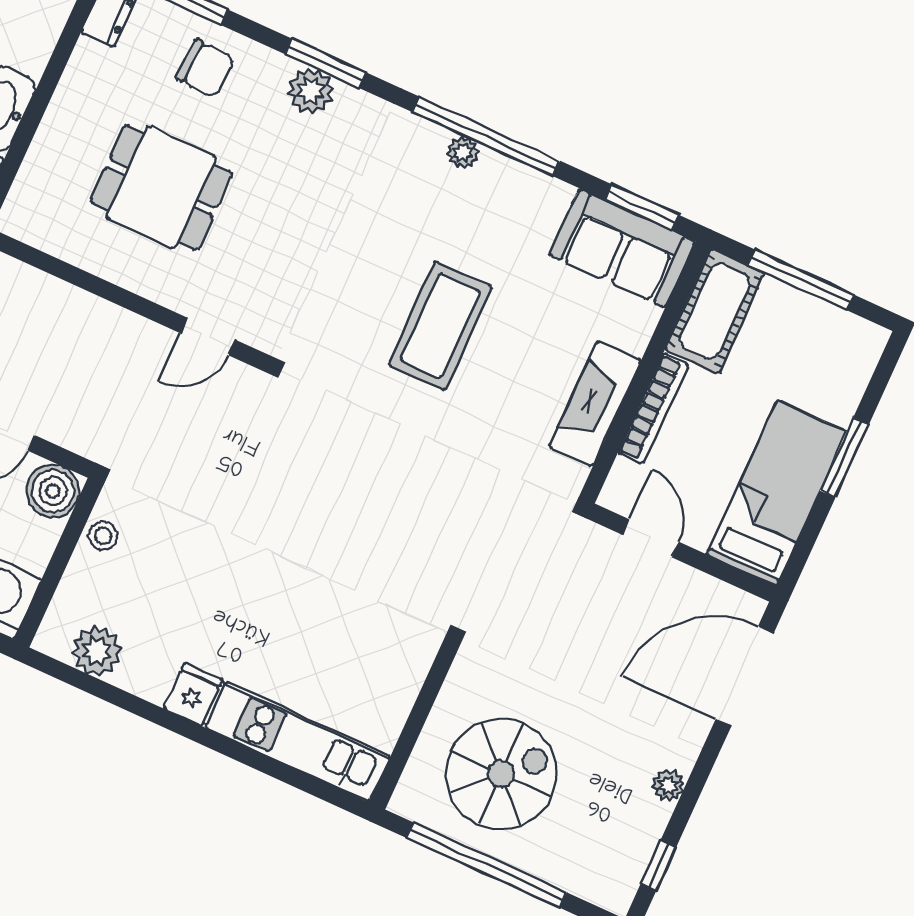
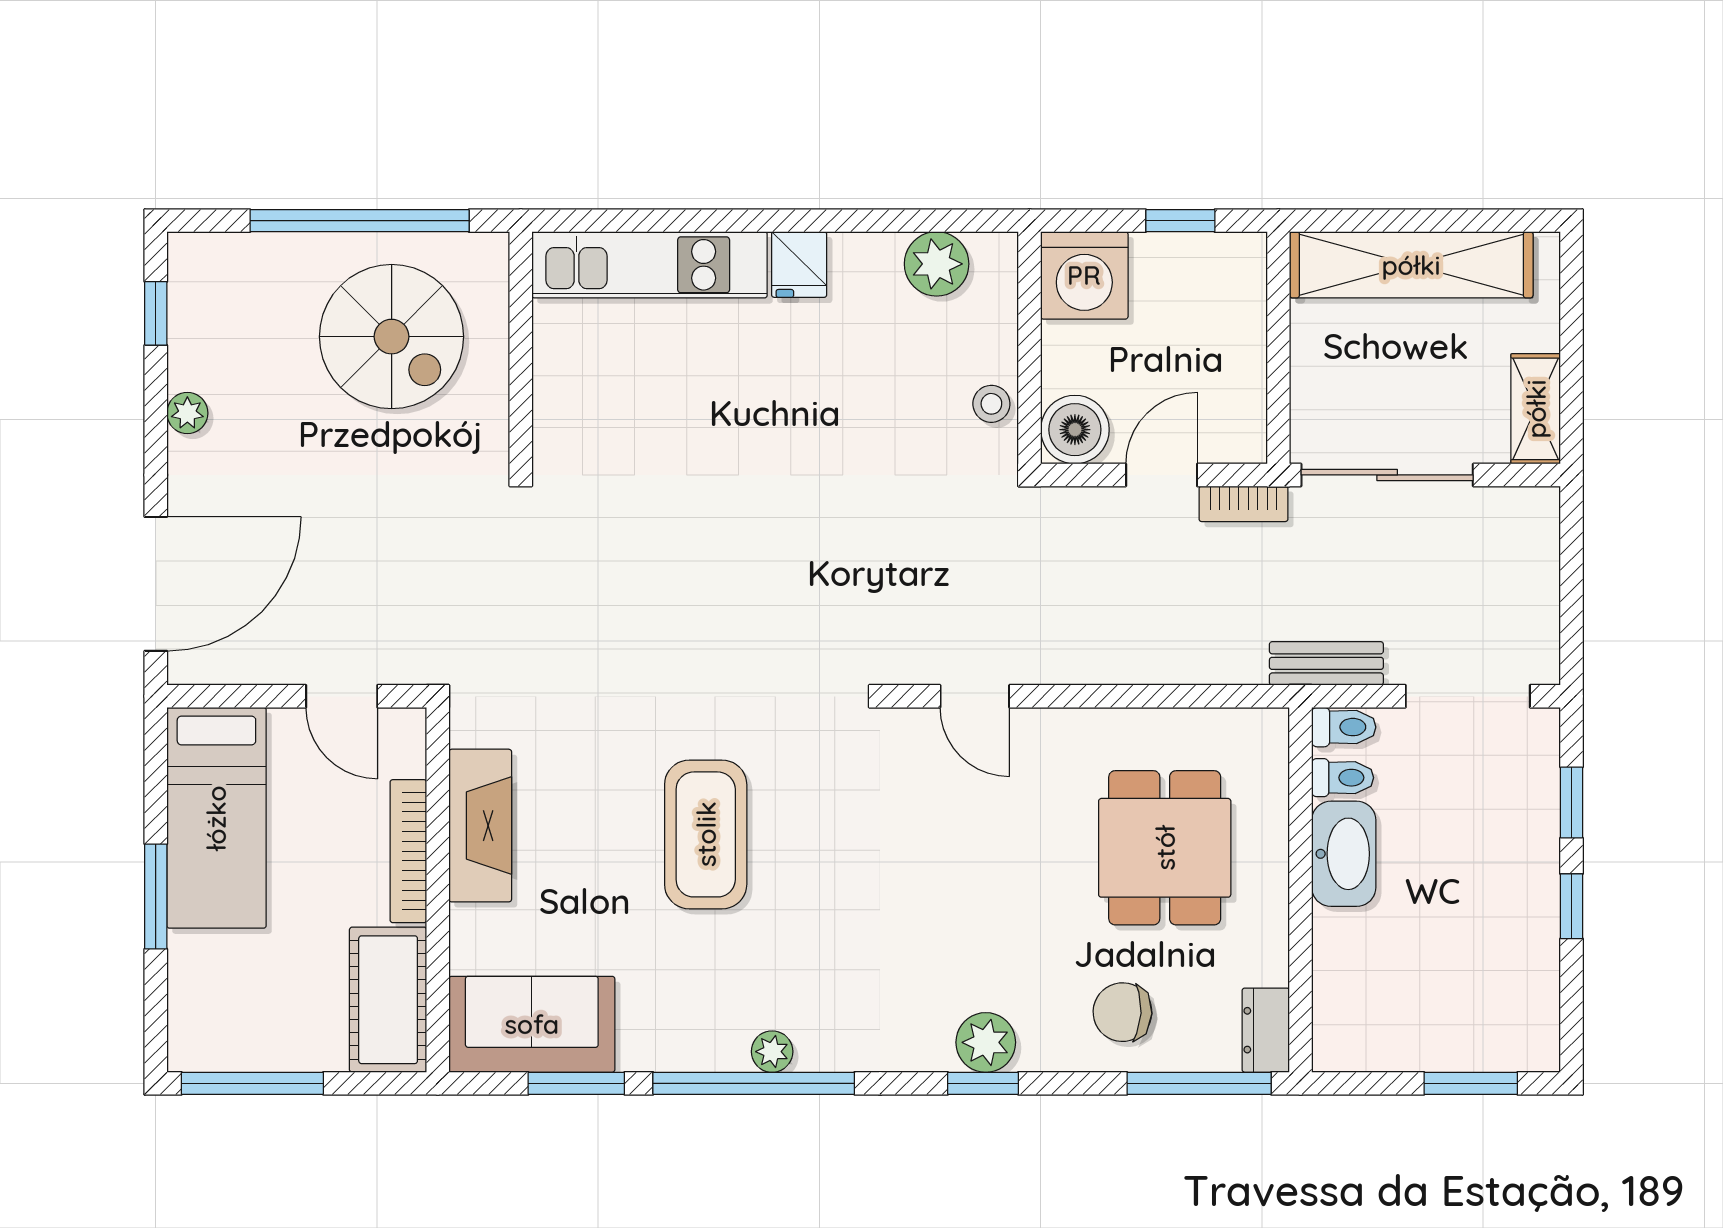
window: (325, 63) -> (983, 1083), width x0.67
dining table: (161, 187) -> (1165, 848), moved, turned 90
window: (642, 207) -> (576, 1083), moved
window: (801, 280) -> (252, 1083), moved
door: (208, 337) -> (975, 696), swing flipped
spiral stairs: (501, 774) -> (392, 337), turned -90

